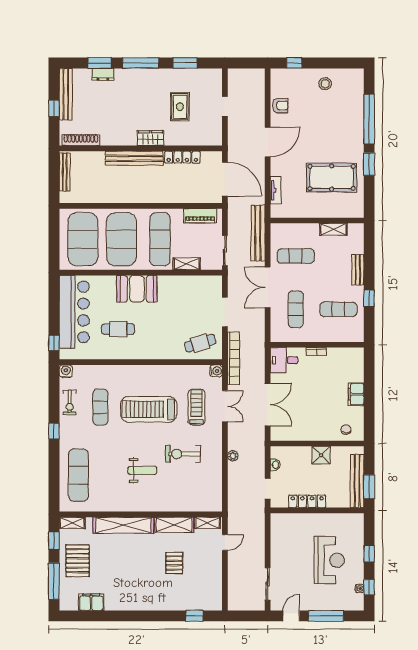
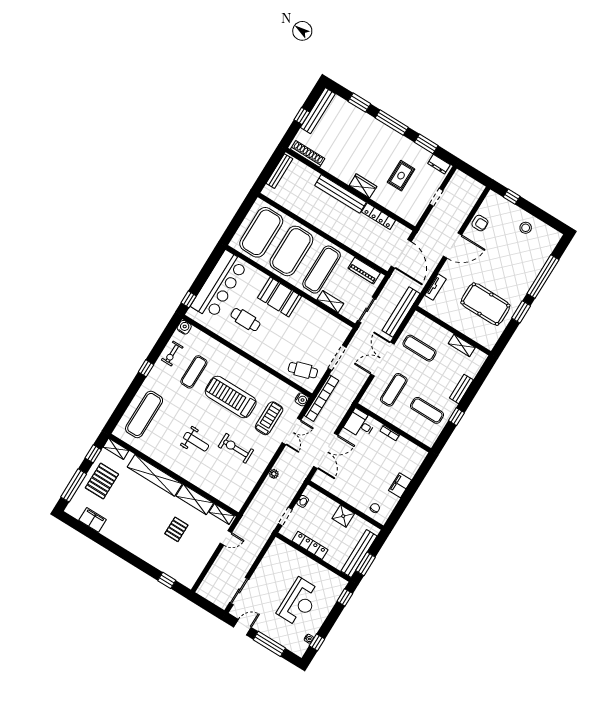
dresser: (103, 74) -> (439, 164), moved
window: (369, 554) -> (345, 597), moved

